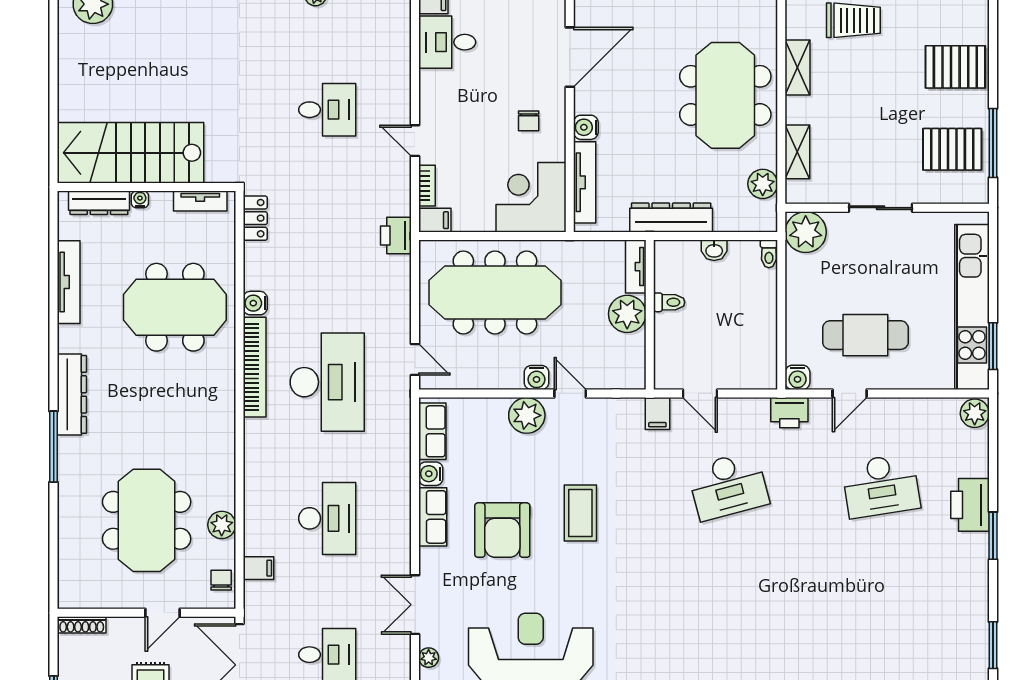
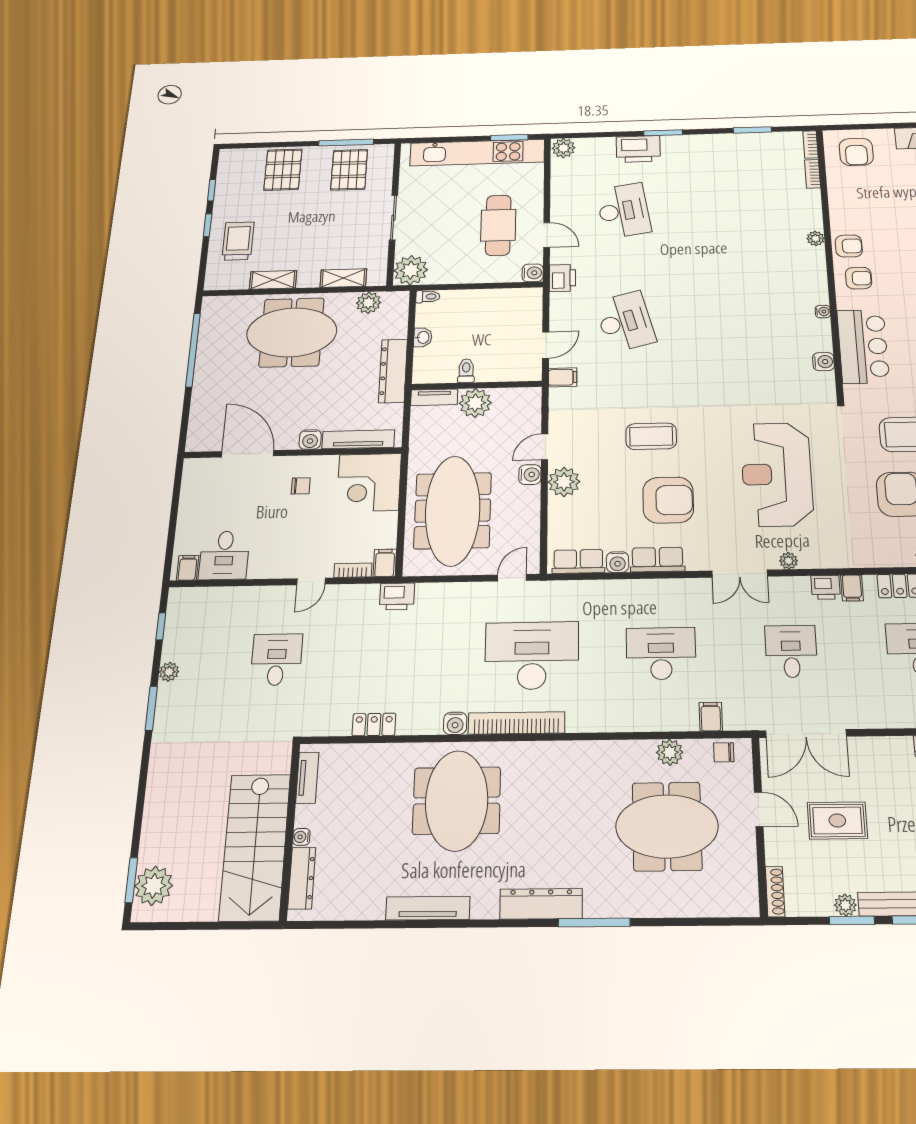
stairs: (131, 153) -> (255, 847), moved
wall: (147, 187) -> (290, 830), moved
water cooler: (140, 199) -> (301, 837), moved
tv unit: (200, 201) -> (307, 778), moved
dresser: (99, 203) -> (302, 878), moved

